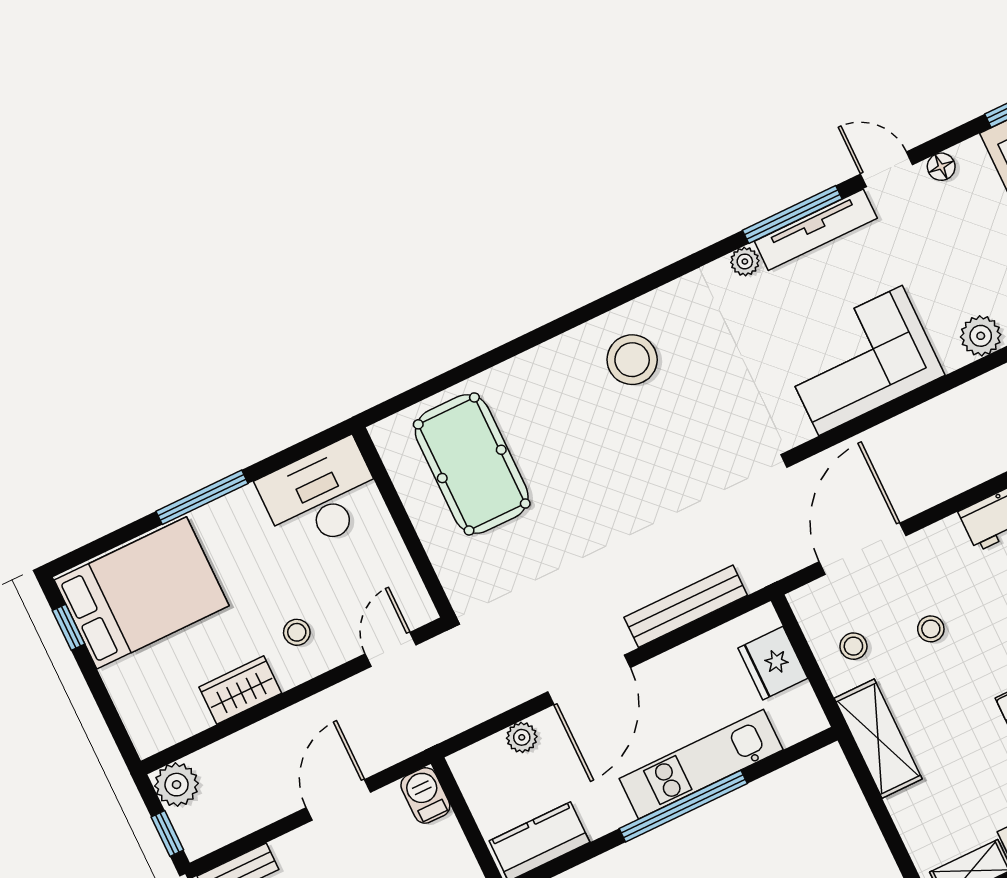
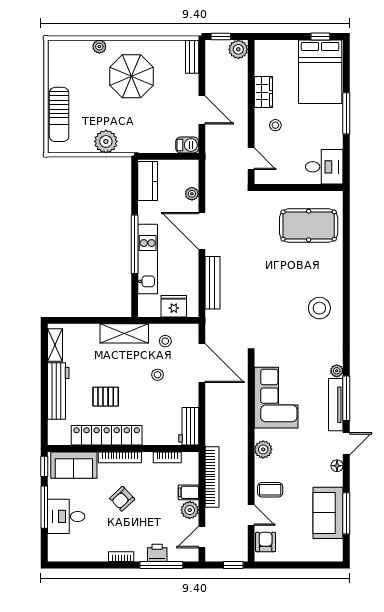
desk: (321, 496) -> (324, 167), width x0.73

